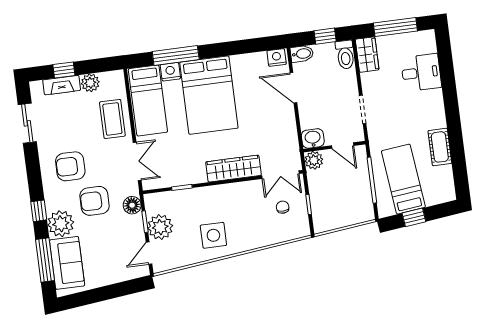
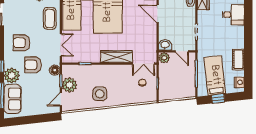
nightstand: (446, 185) -> (239, 82), added

